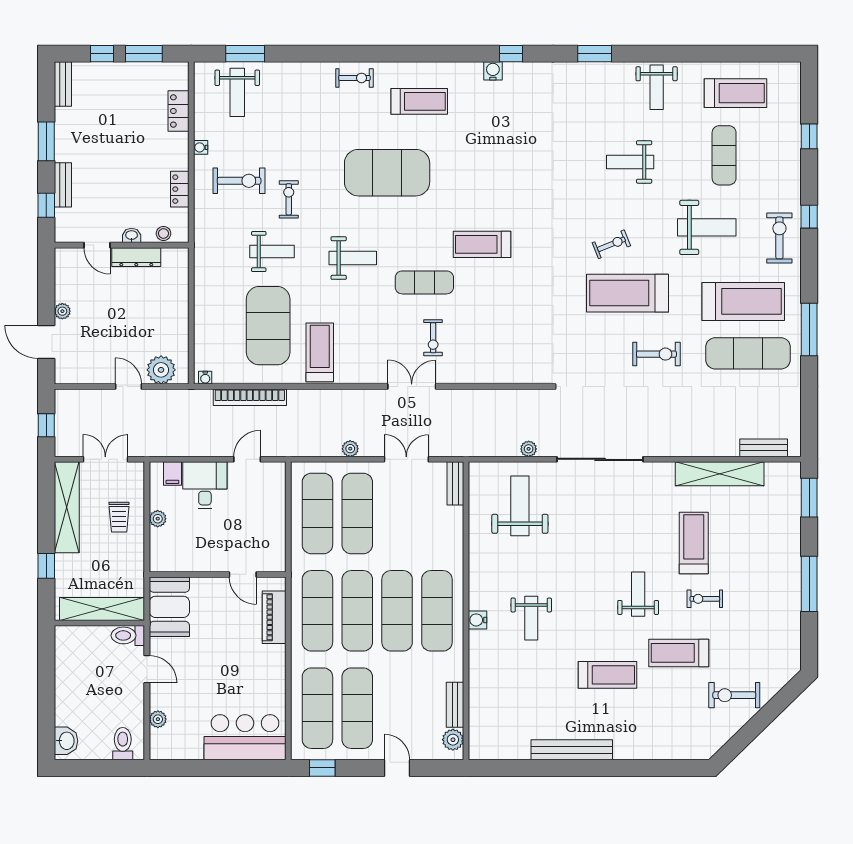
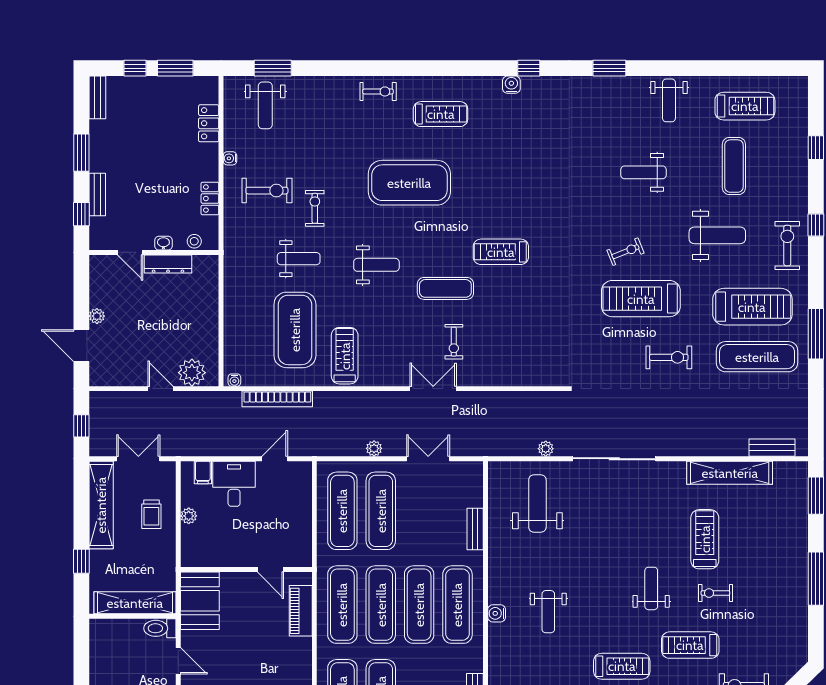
bench: (455, 483) -> (475, 529), moved

